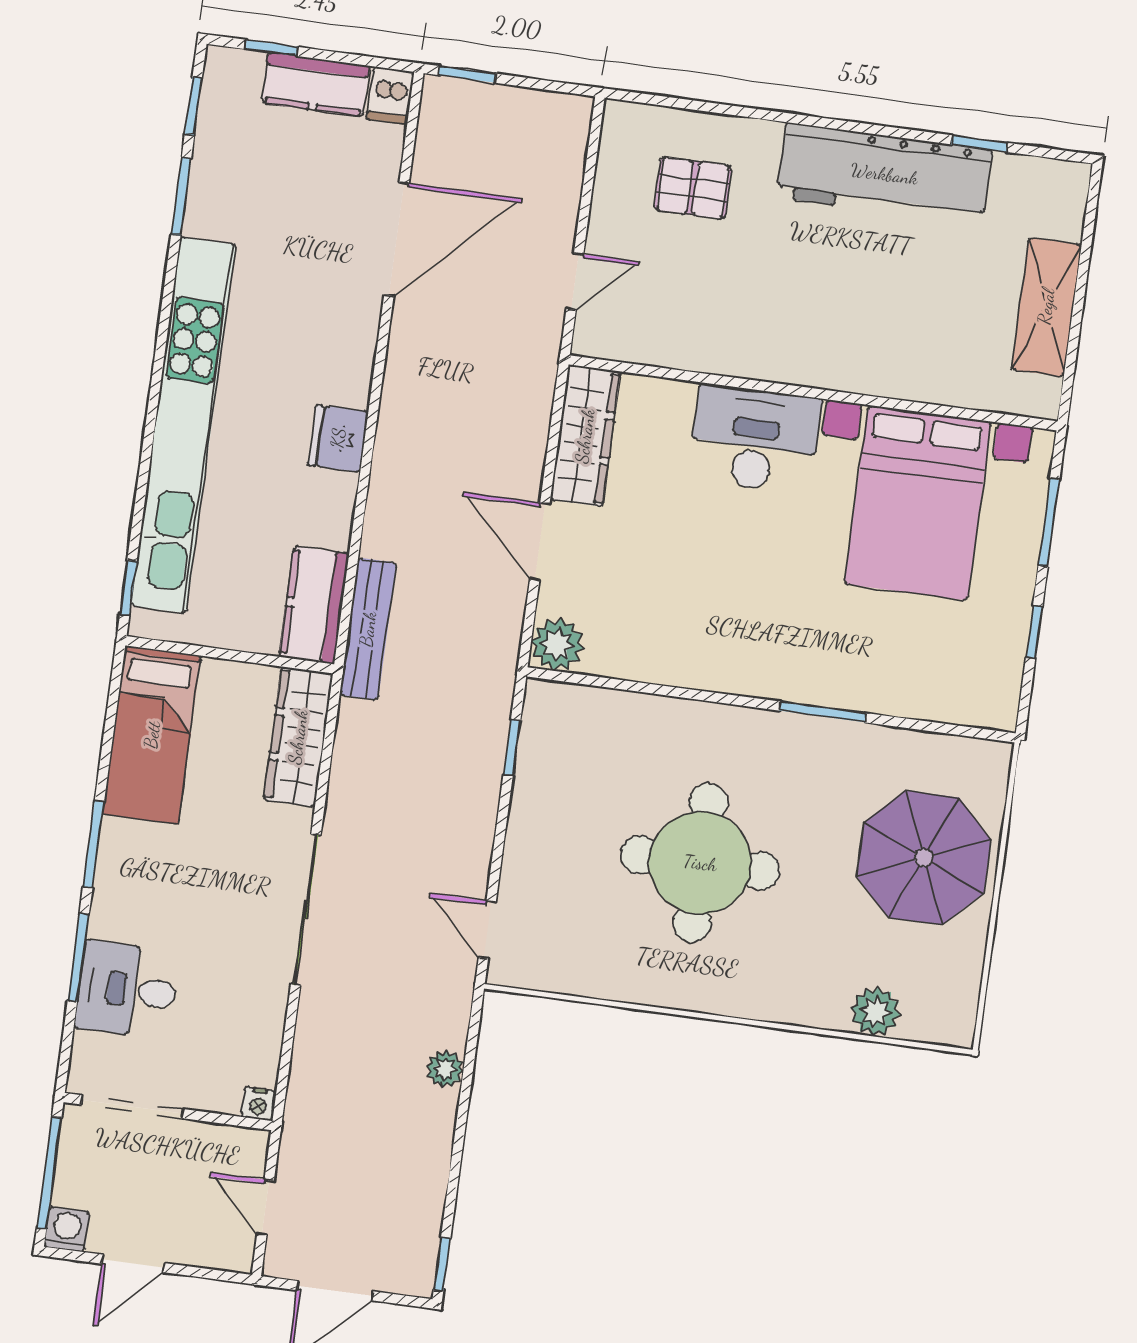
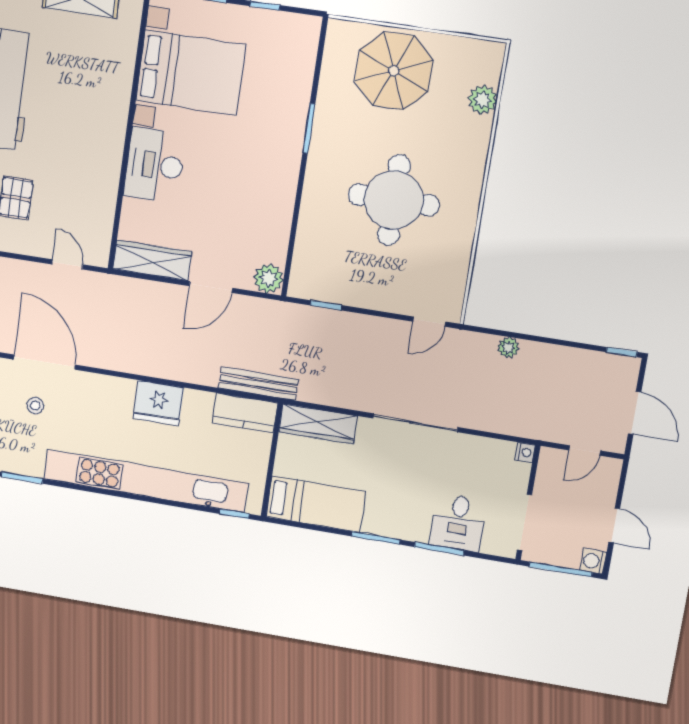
stool: (316, 222) -> (35, 406), added
fridge: (338, 438) -> (158, 403), width x1.36, depth x1.34

